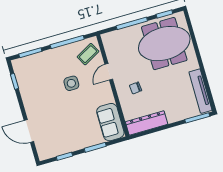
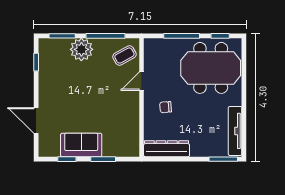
plant: (50, 60) -> (81, 49), added
side table: (71, 83) -> (97, 82), removed
sofa: (110, 122) -> (81, 145), moved, turned 90

